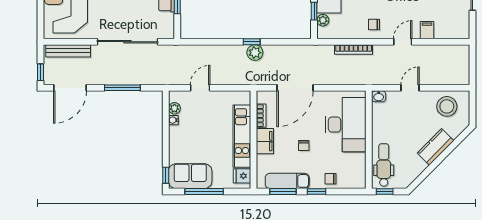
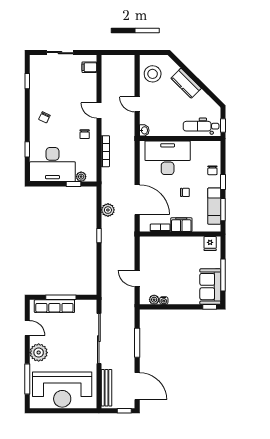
filing cabinet: (427, 30) -> (89, 67), moved
plant: (255, 53) -> (108, 210), moved
kitchen unit: (242, 136) -> (177, 244), removed

